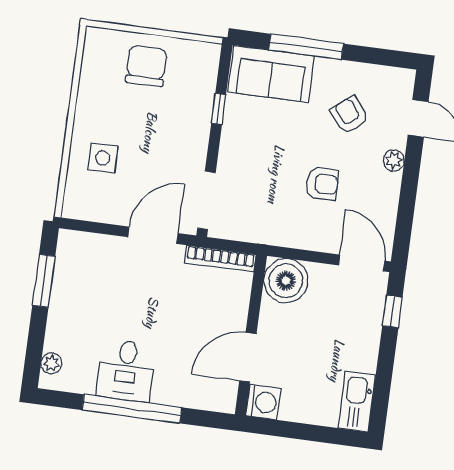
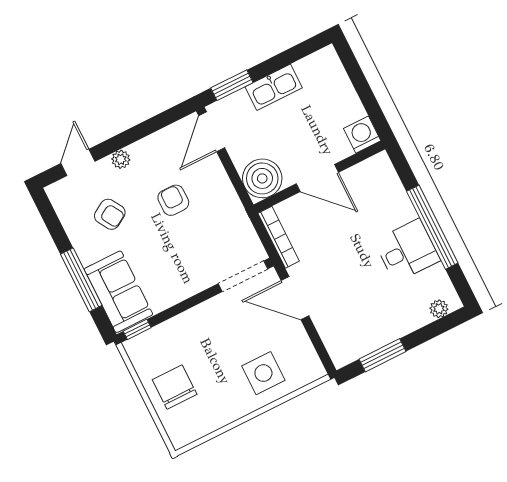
chair: (146, 66) -> (175, 387), turned 90
window: (219, 109) -> (137, 329), moved
armchair: (349, 115) -> (110, 214), turned -83
side table: (103, 158) -> (263, 373), width x1.37, depth x1.37
window: (392, 311) -> (232, 85), width x1.50
door: (248, 357) -> (317, 178), moved
kitchen sink: (357, 402) -> (274, 87), moved

